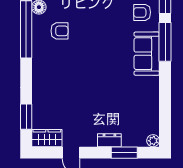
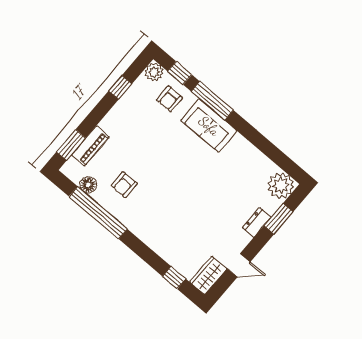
armchair: (59, 31) -> (124, 185), turned 180
window: (26, 117) -> (174, 278), width x0.67
plant: (153, 141) -> (281, 185), width x1.88, depth x1.88

